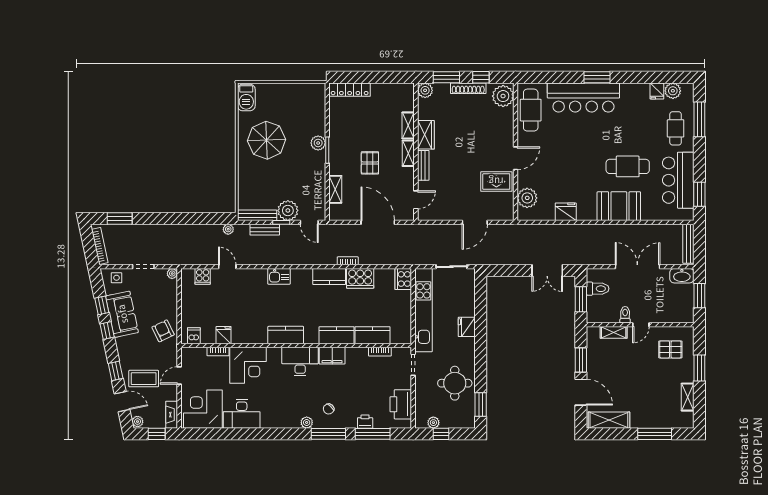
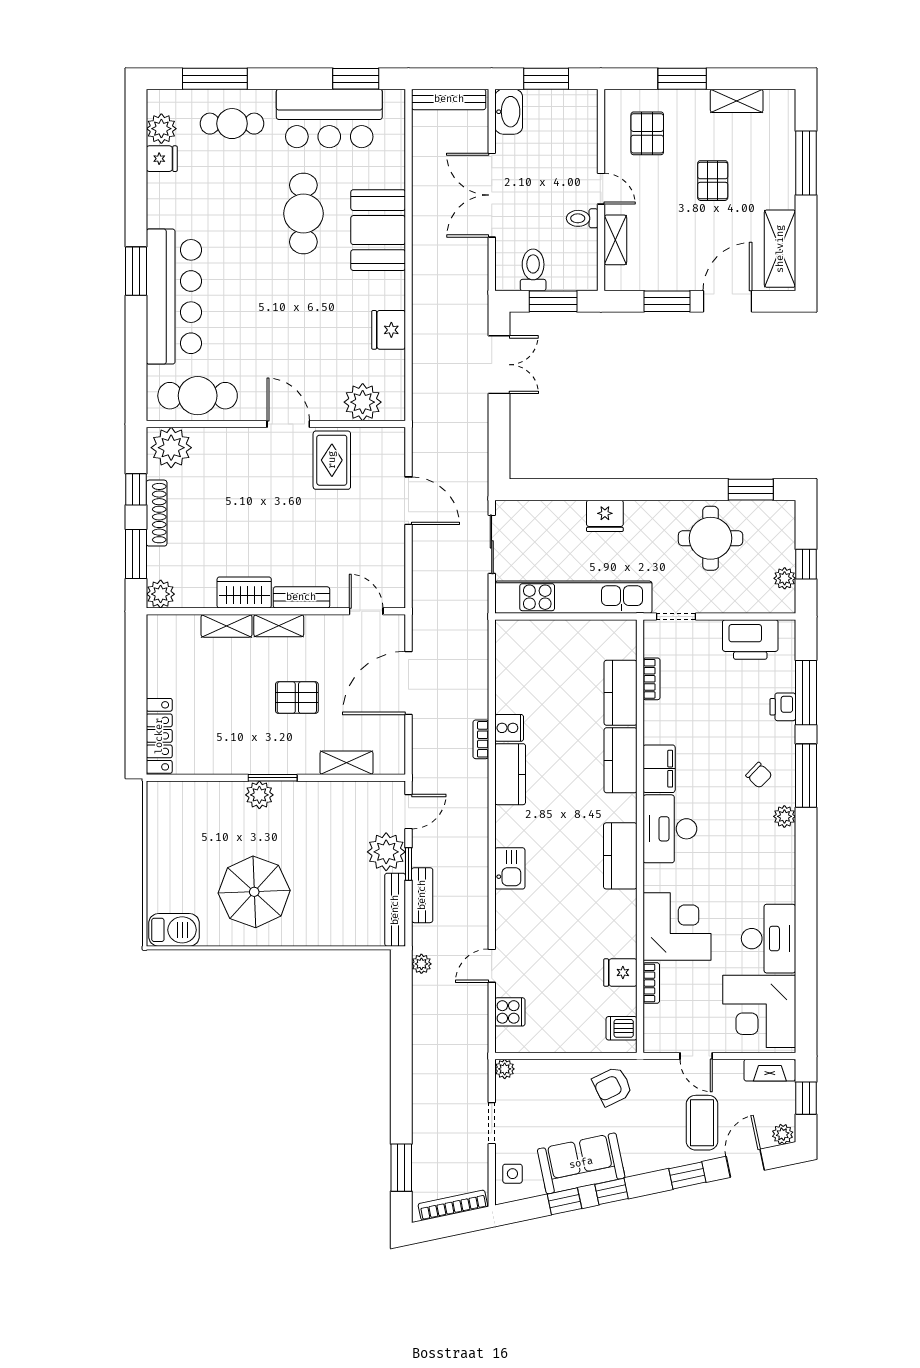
cooker: (360, 278) -> (509, 728), width x0.53, depth x0.76
cooker: (403, 279) -> (515, 635), removed
pallet: (645, 384) -> (713, 181), added

